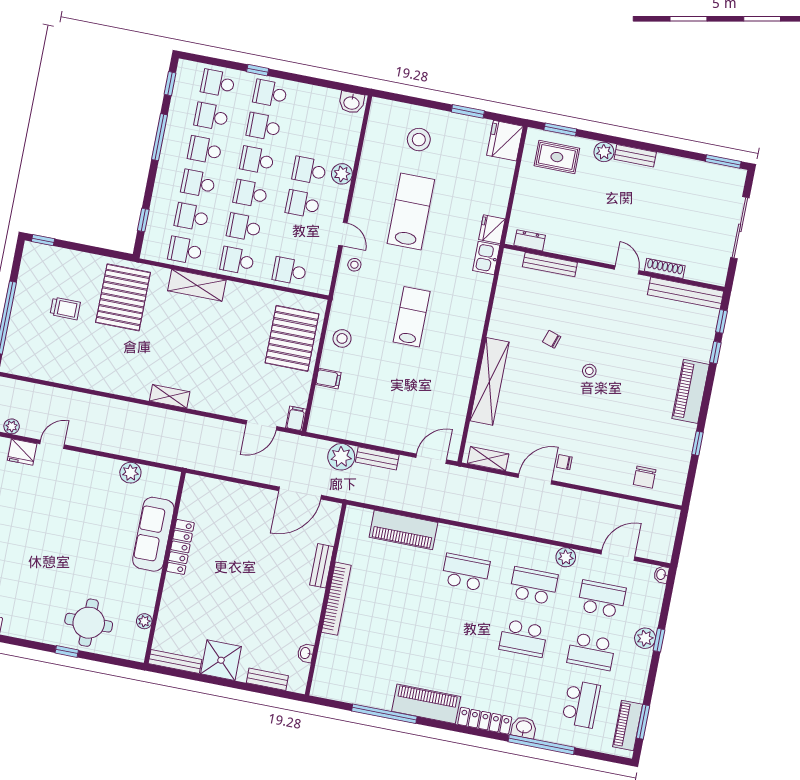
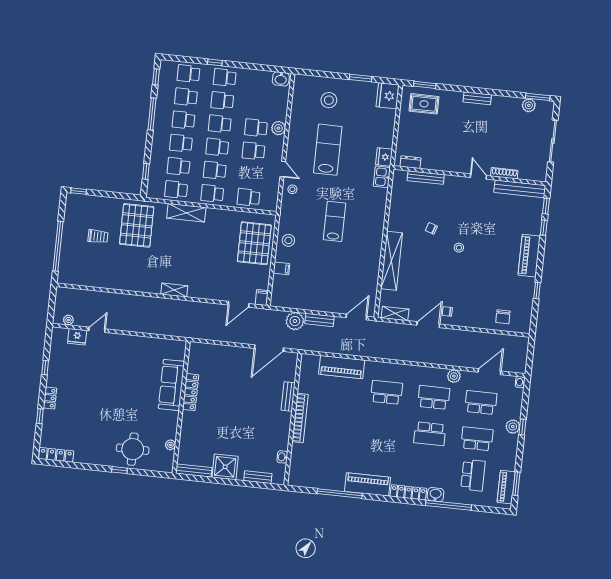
plant: (604, 152) -> (529, 105), moved
plant: (130, 473) -> (152, 344), removed
school desk: (591, 651) -> (477, 439), turned 180

